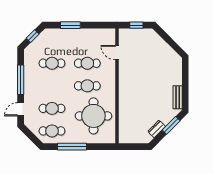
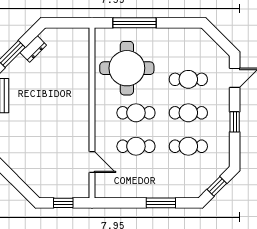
window: (21, 80) -> (235, 122), width x0.46
cafe table: (52, 131) -> (188, 113), moved
window: (72, 147) -> (135, 23), moved

